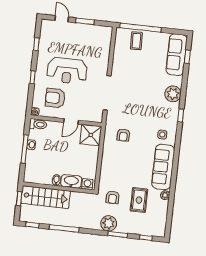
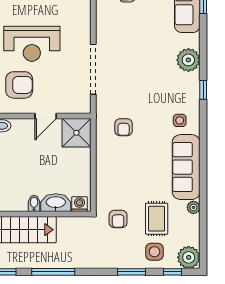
armchair: (55, 98) -> (19, 85), turned 180
side table: (135, 222) -> (154, 252), added
plant: (109, 223) -> (189, 257), moved

